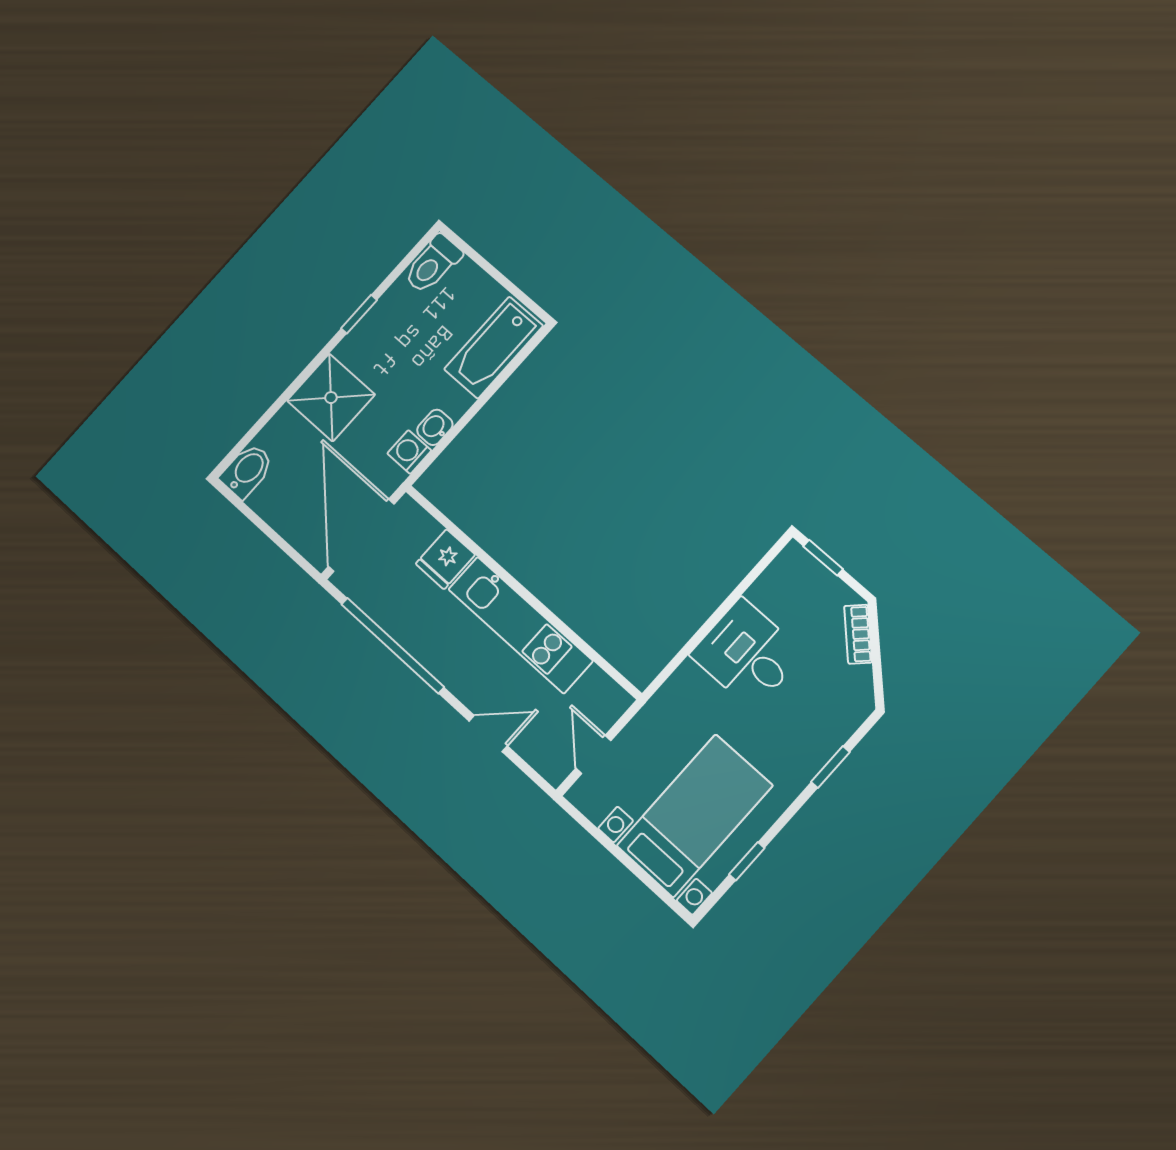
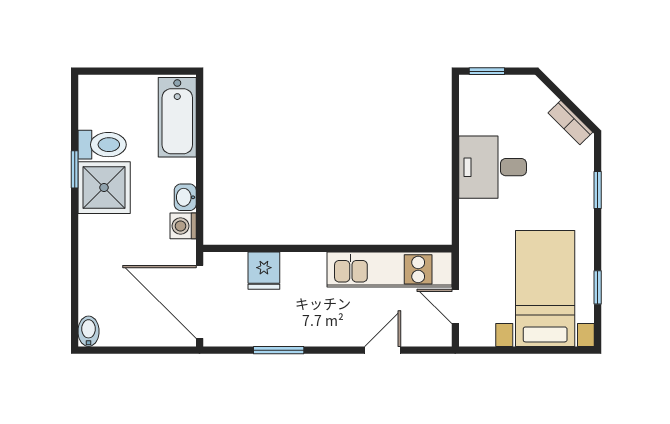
toilet: (433, 264) -> (102, 145), moved, turned -90
shower: (331, 398) -> (104, 188), moved
bidet: (247, 471) -> (88, 331), width x0.72, depth x0.74
kitchen unit: (520, 625) -> (390, 269), moved
bookcase: (858, 634) -> (570, 123), moved
window: (393, 646) -> (279, 350), width x0.47

